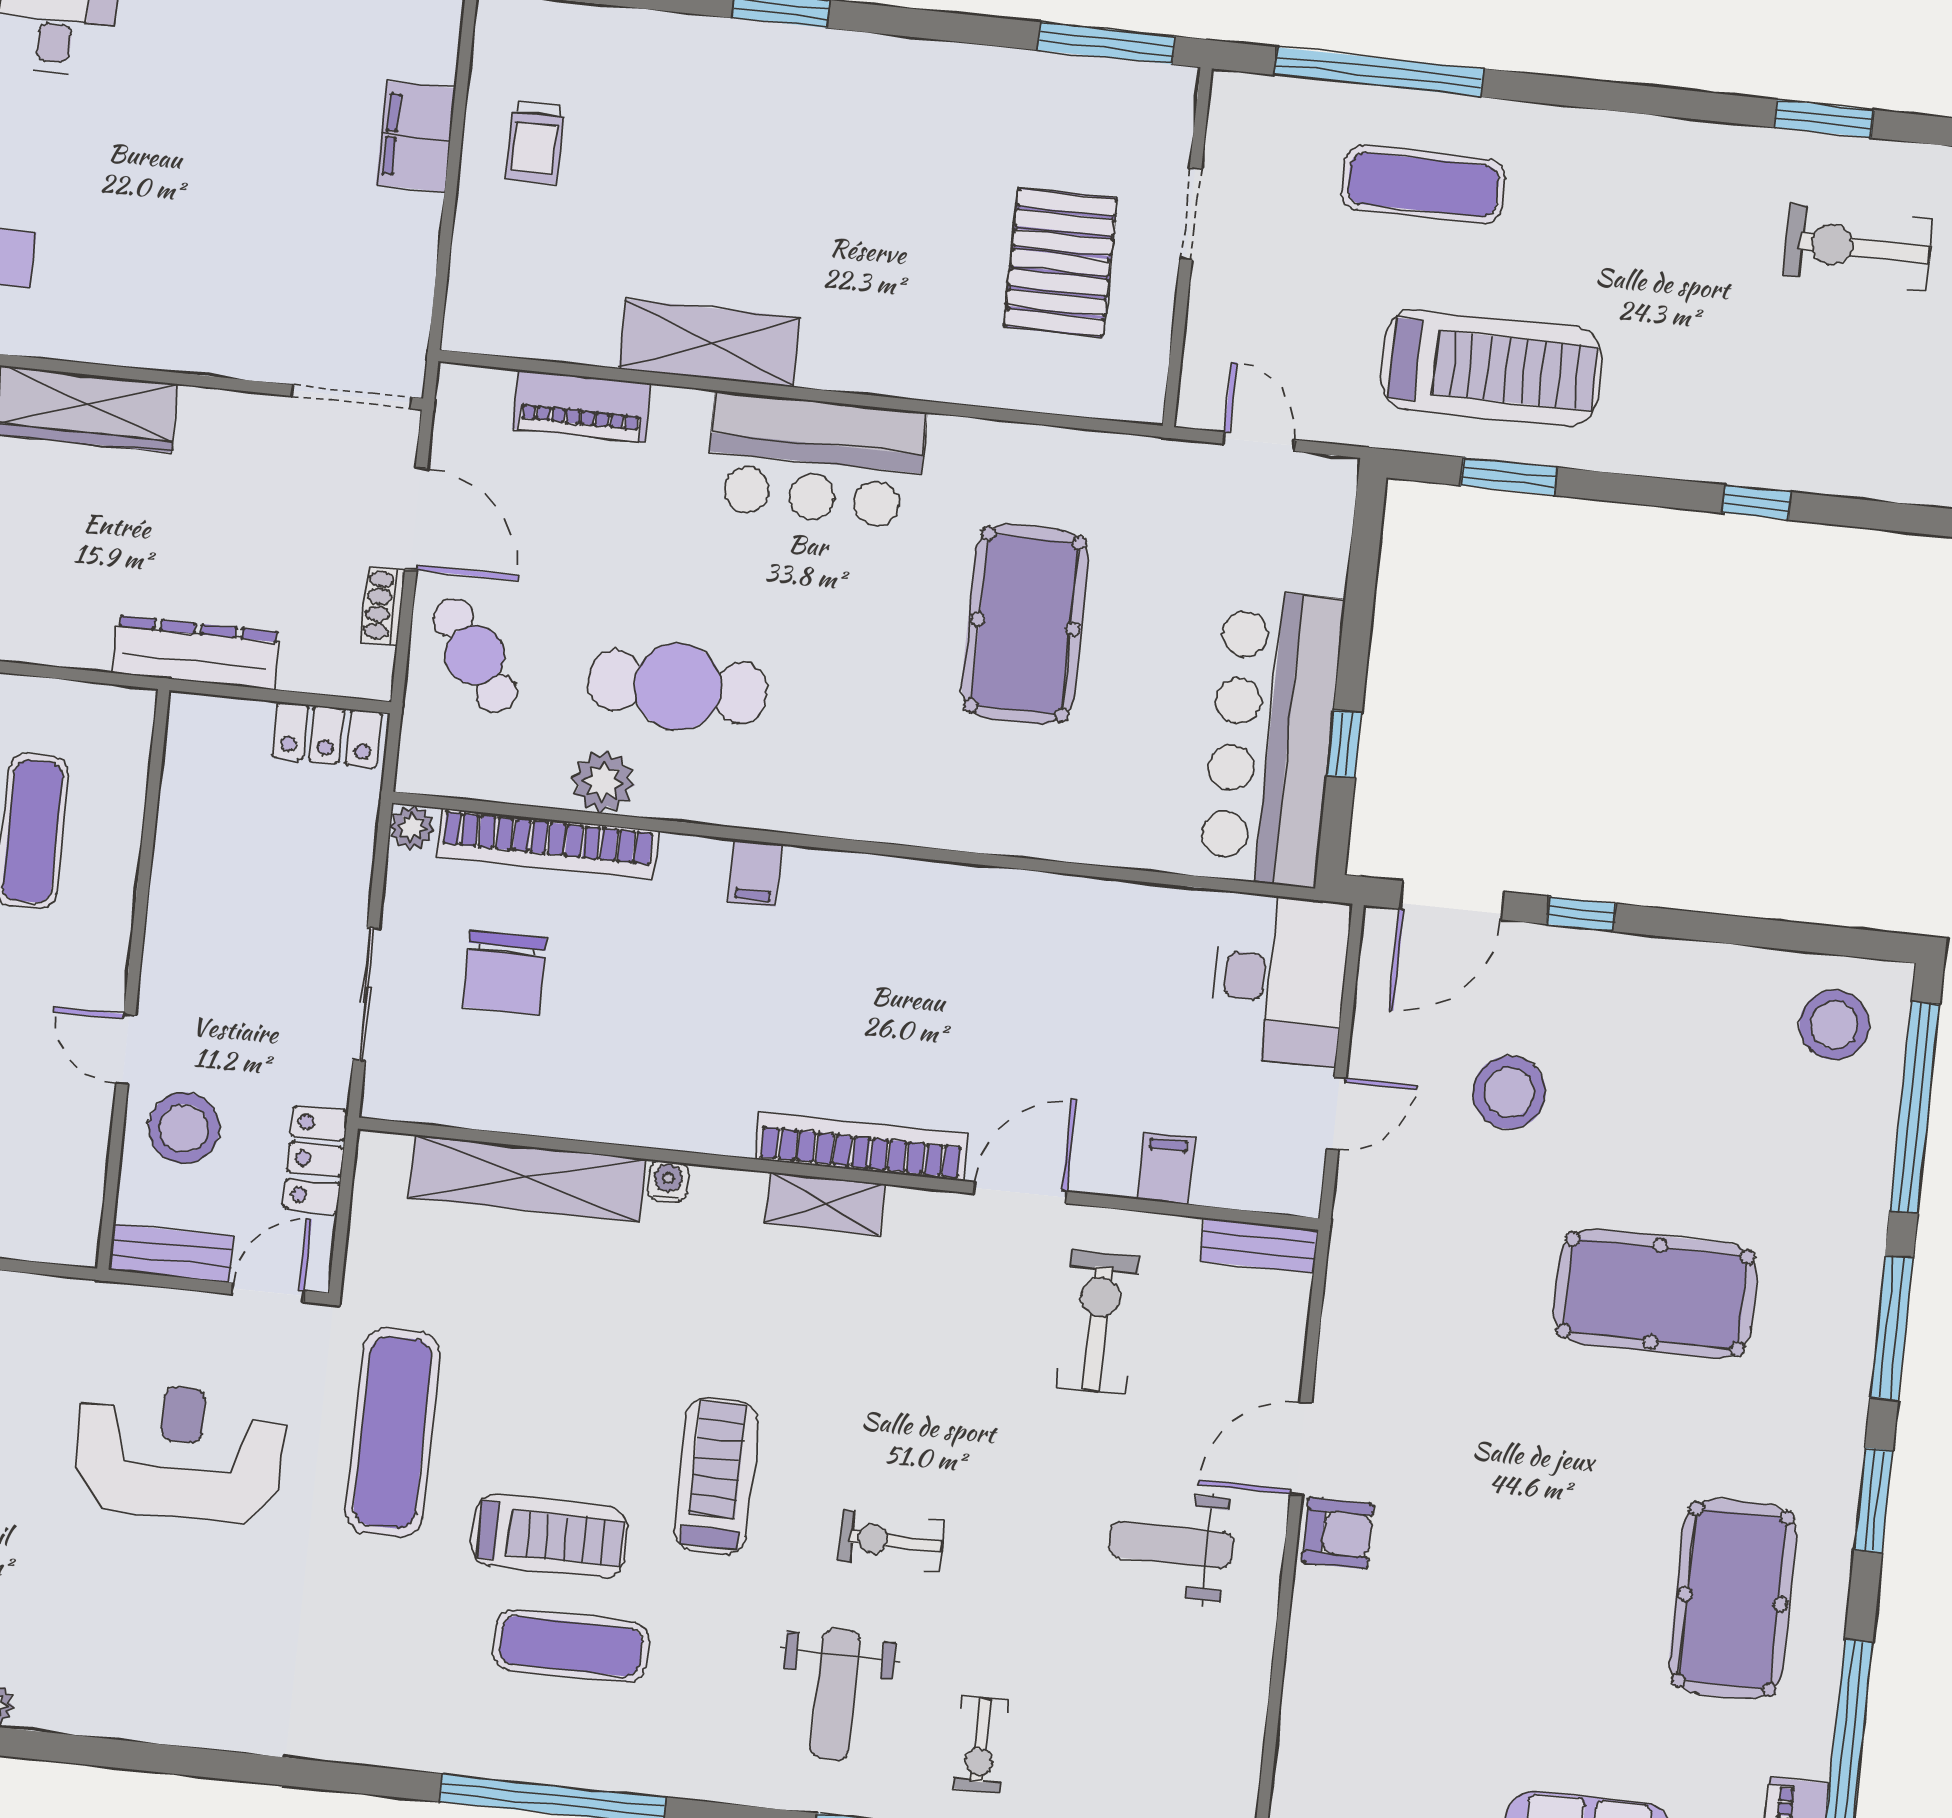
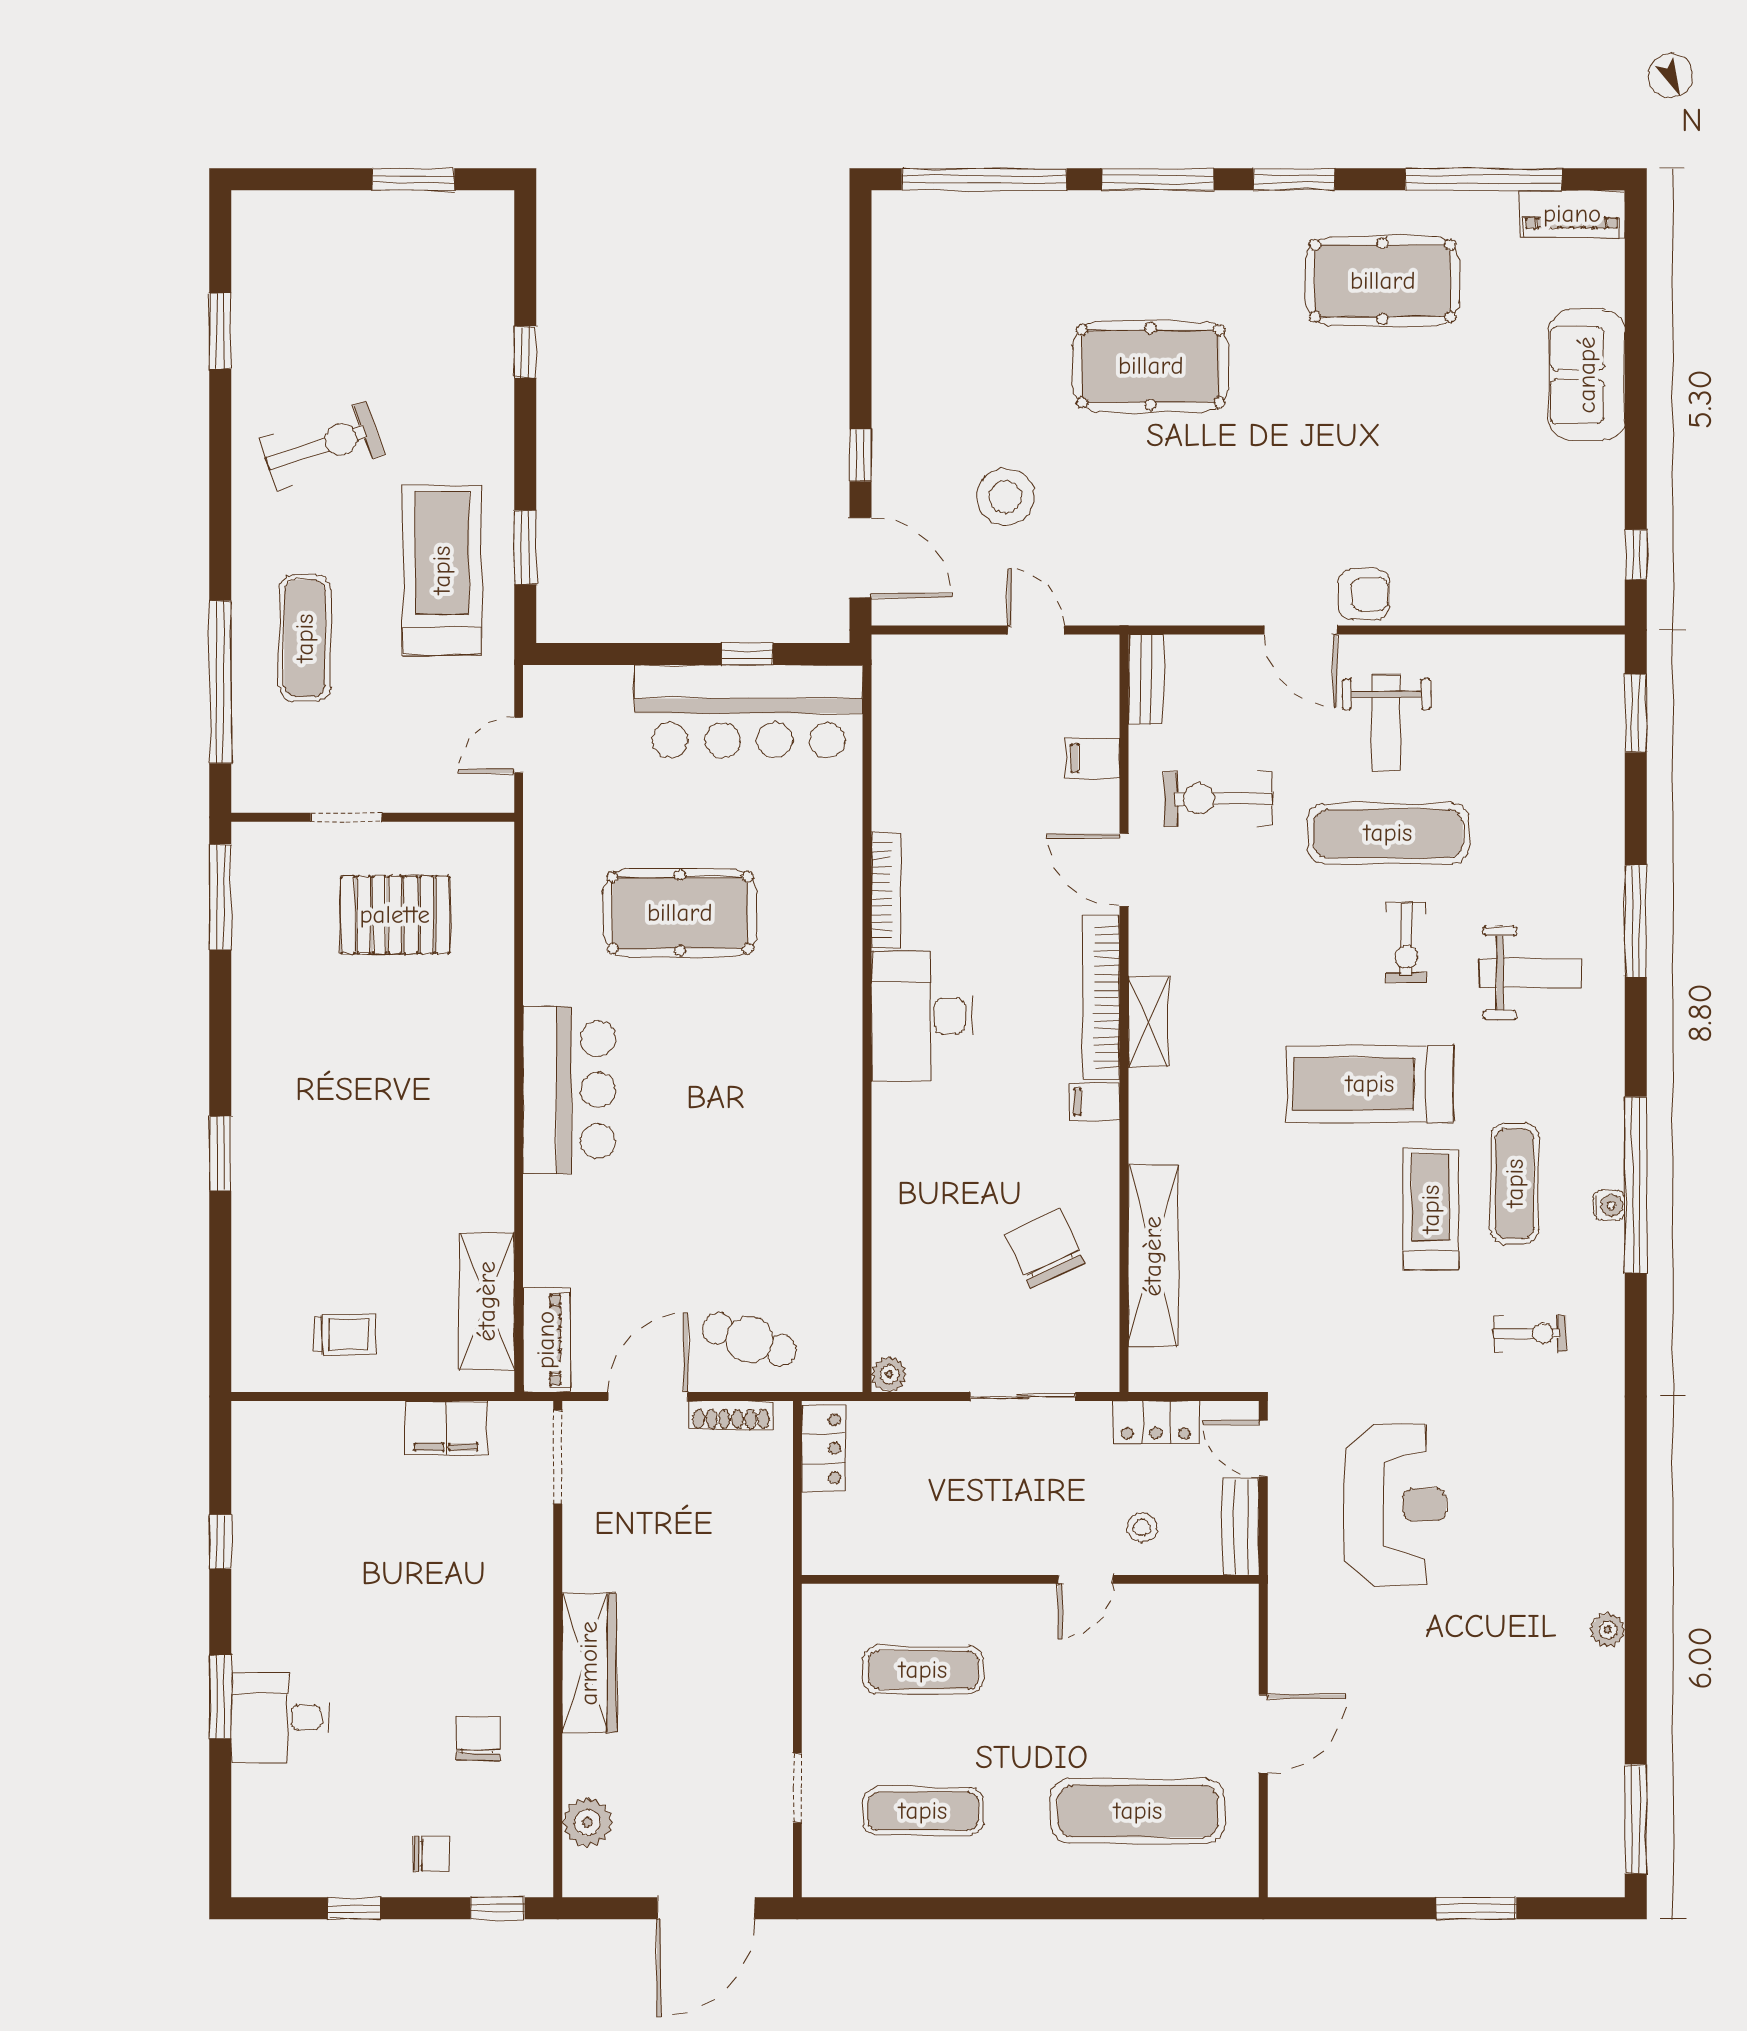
filing cabinet: (416, 137) -> (446, 1428), moved
exercise bike: (1858, 247) -> (322, 446), moved, turned -109
shelving: (710, 343) -> (487, 1301), moved
piano: (581, 406) -> (546, 1340), moved
shoe rack: (383, 606) -> (731, 1415), width x1.43
dresser: (196, 652) -> (770, 1557), removed
cafe table: (475, 655) -> (749, 1340), turned 55
cafe table: (678, 687) -> (757, 1179), removed
plant: (603, 782) -> (838, 1229), removed
bookcase: (547, 844) -> (886, 890), moved, width x0.68, depth x0.76
filing cabinet: (755, 873) -> (1095, 1102), moved, turned 180
chair: (504, 973) -> (1045, 1249), moved, turned -115
desk: (1280, 979) -> (922, 1016), moved, turned -90
stool: (1834, 1025) -> (926, 249), removed
stool: (184, 1128) -> (1142, 1527), width x0.53, depth x0.53
water cooler: (668, 1181) -> (1609, 1205), moved, turned 180
pool table: (1655, 1294) -> (1151, 366), turned 90
exercise mat: (393, 1432) -> (1388, 833), moved
reception desk: (179, 1452) -> (1395, 1505), turned 180
treadmill: (716, 1476) -> (1370, 1084), width x1.37, depth x1.38
armchair: (1338, 1533) -> (1364, 594), turned 90
exercise bike: (981, 1745) -> (1530, 1333), moved

